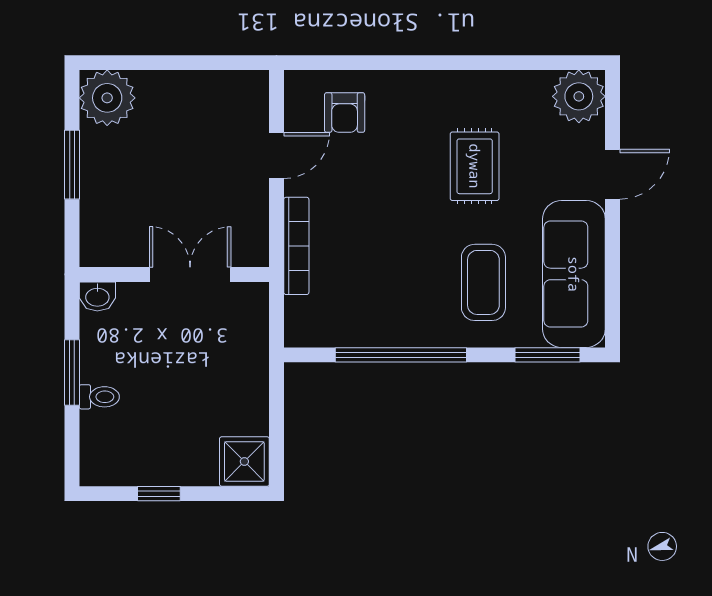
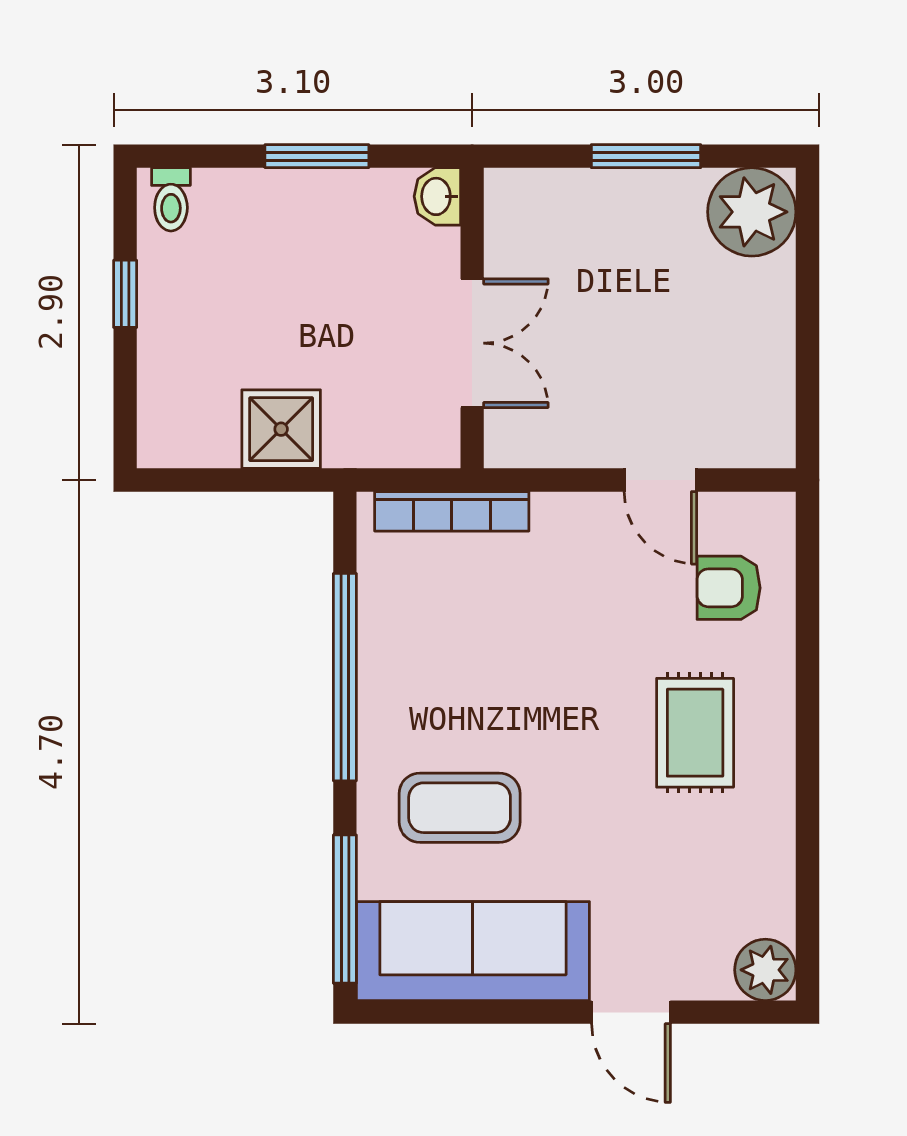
plant: (579, 96) -> (765, 970), width x0.73, depth x0.73
rug: (475, 166) -> (695, 733), moved, turned 90
bookcase: (296, 246) -> (452, 511), moved
window: (547, 355) -> (345, 909), width x1.44
toilet: (99, 397) -> (171, 199), moved
shower: (244, 461) -> (281, 429), moved

